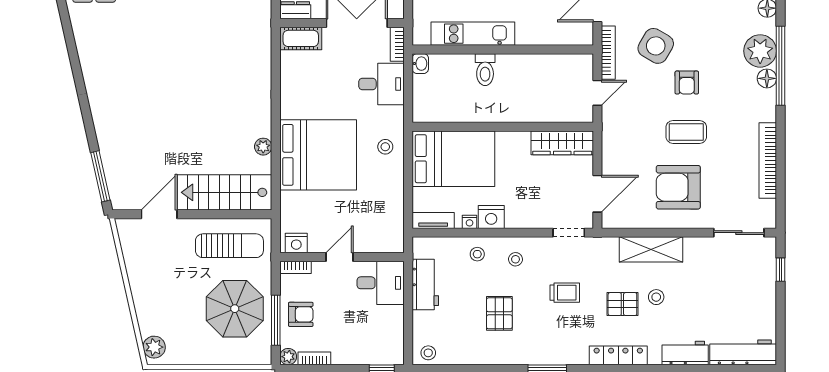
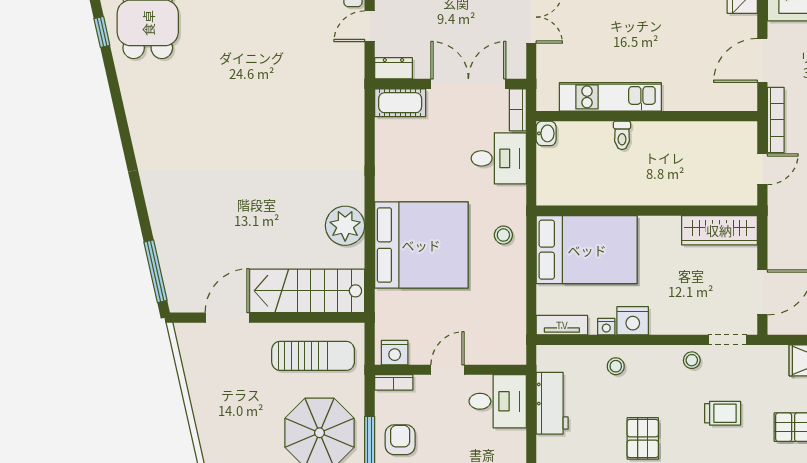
toilet: (485, 70) -> (622, 135), width x0.73, depth x0.72
plant: (263, 147) -> (345, 226), width x1.87, depth x1.87
stool: (516, 259) -> (692, 360), moved
armchair: (301, 314) -> (400, 440), turned -90

